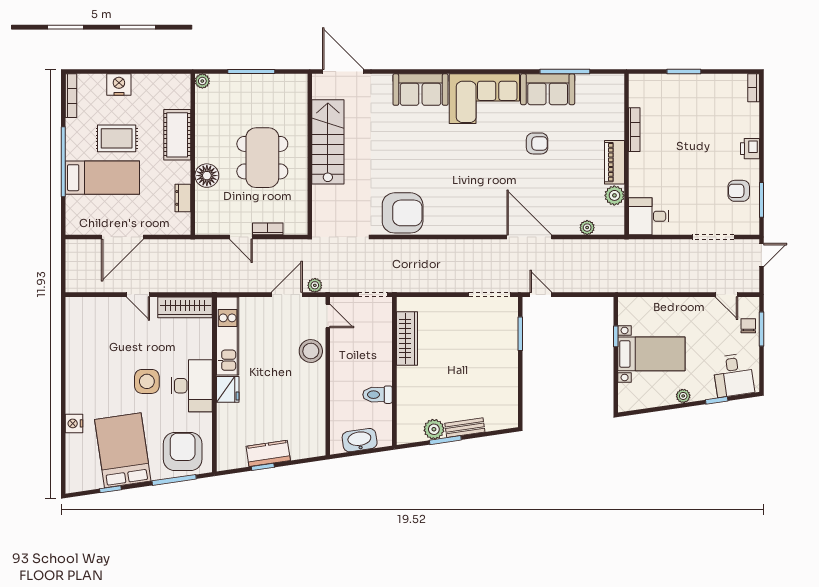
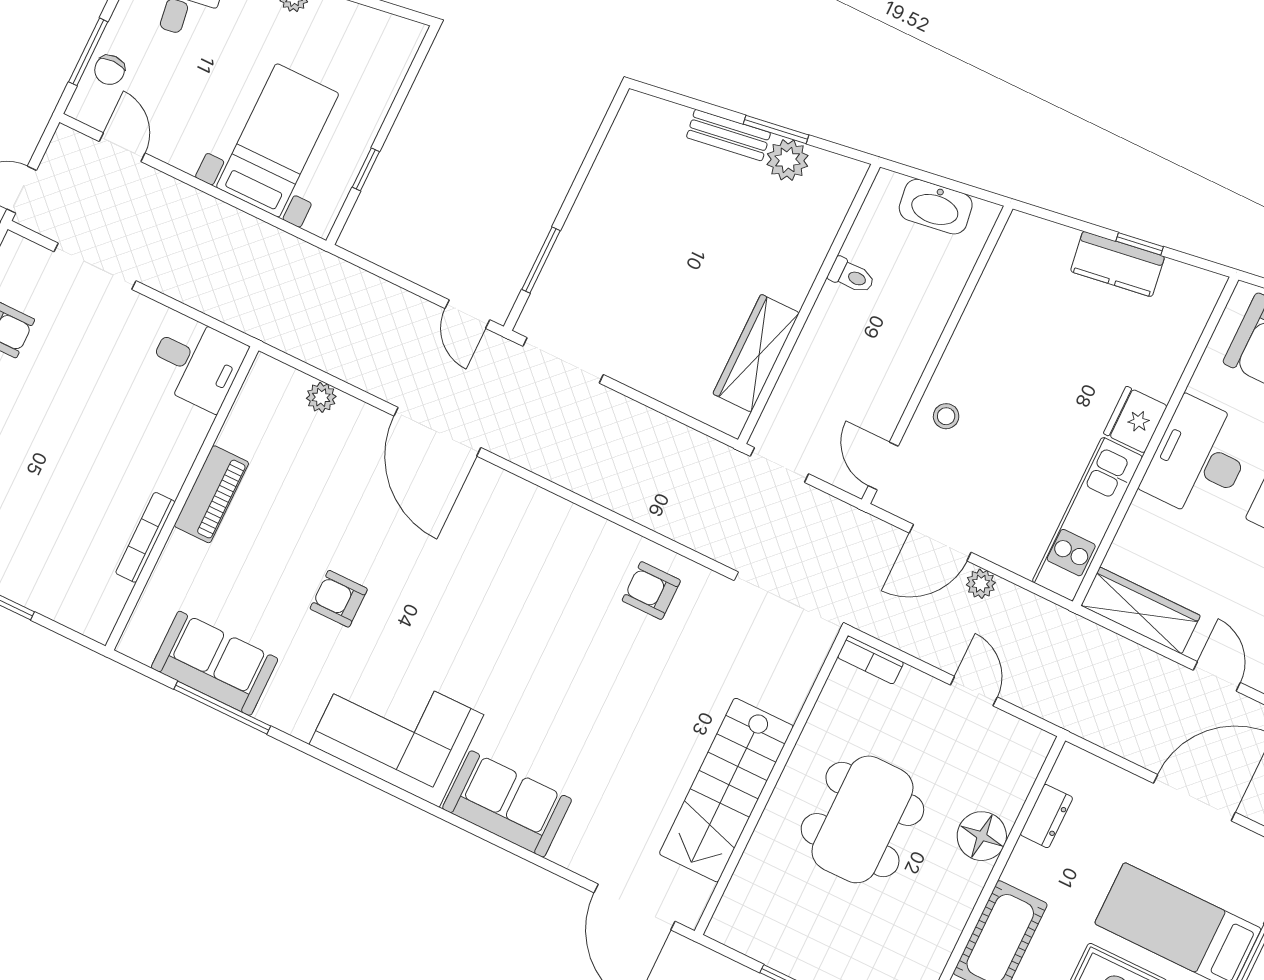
sofa: (548, 89) -> (215, 663), moved
plant: (614, 195) -> (241, 433), removed
armchair: (403, 213) -> (651, 591), width x0.53, depth x0.53
bookcase: (268, 229) -> (871, 660), moved
plant: (315, 285) -> (981, 584), moved
stool: (311, 351) -> (946, 416), width x0.53, depth x0.53
bed with nightstands: (651, 354) -> (278, 140), moved, turned 90
toilet: (378, 395) -> (851, 276), width x0.73, depth x0.72

